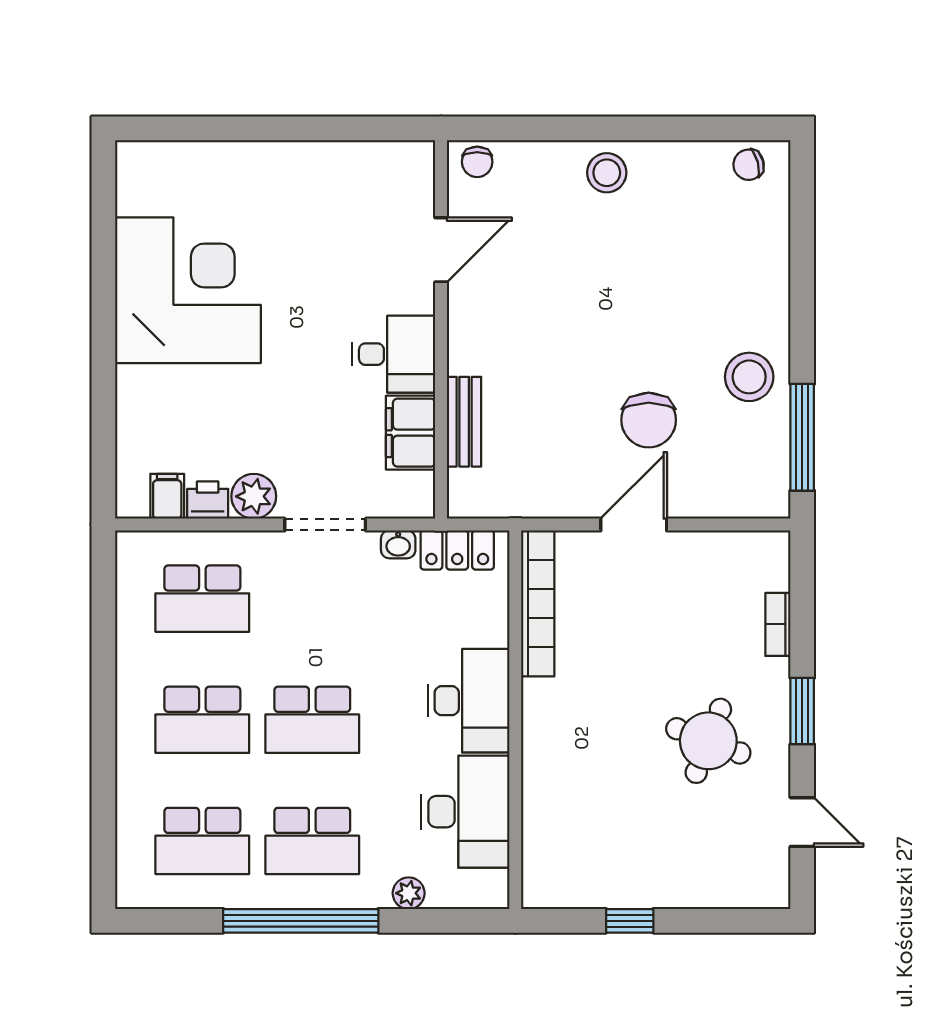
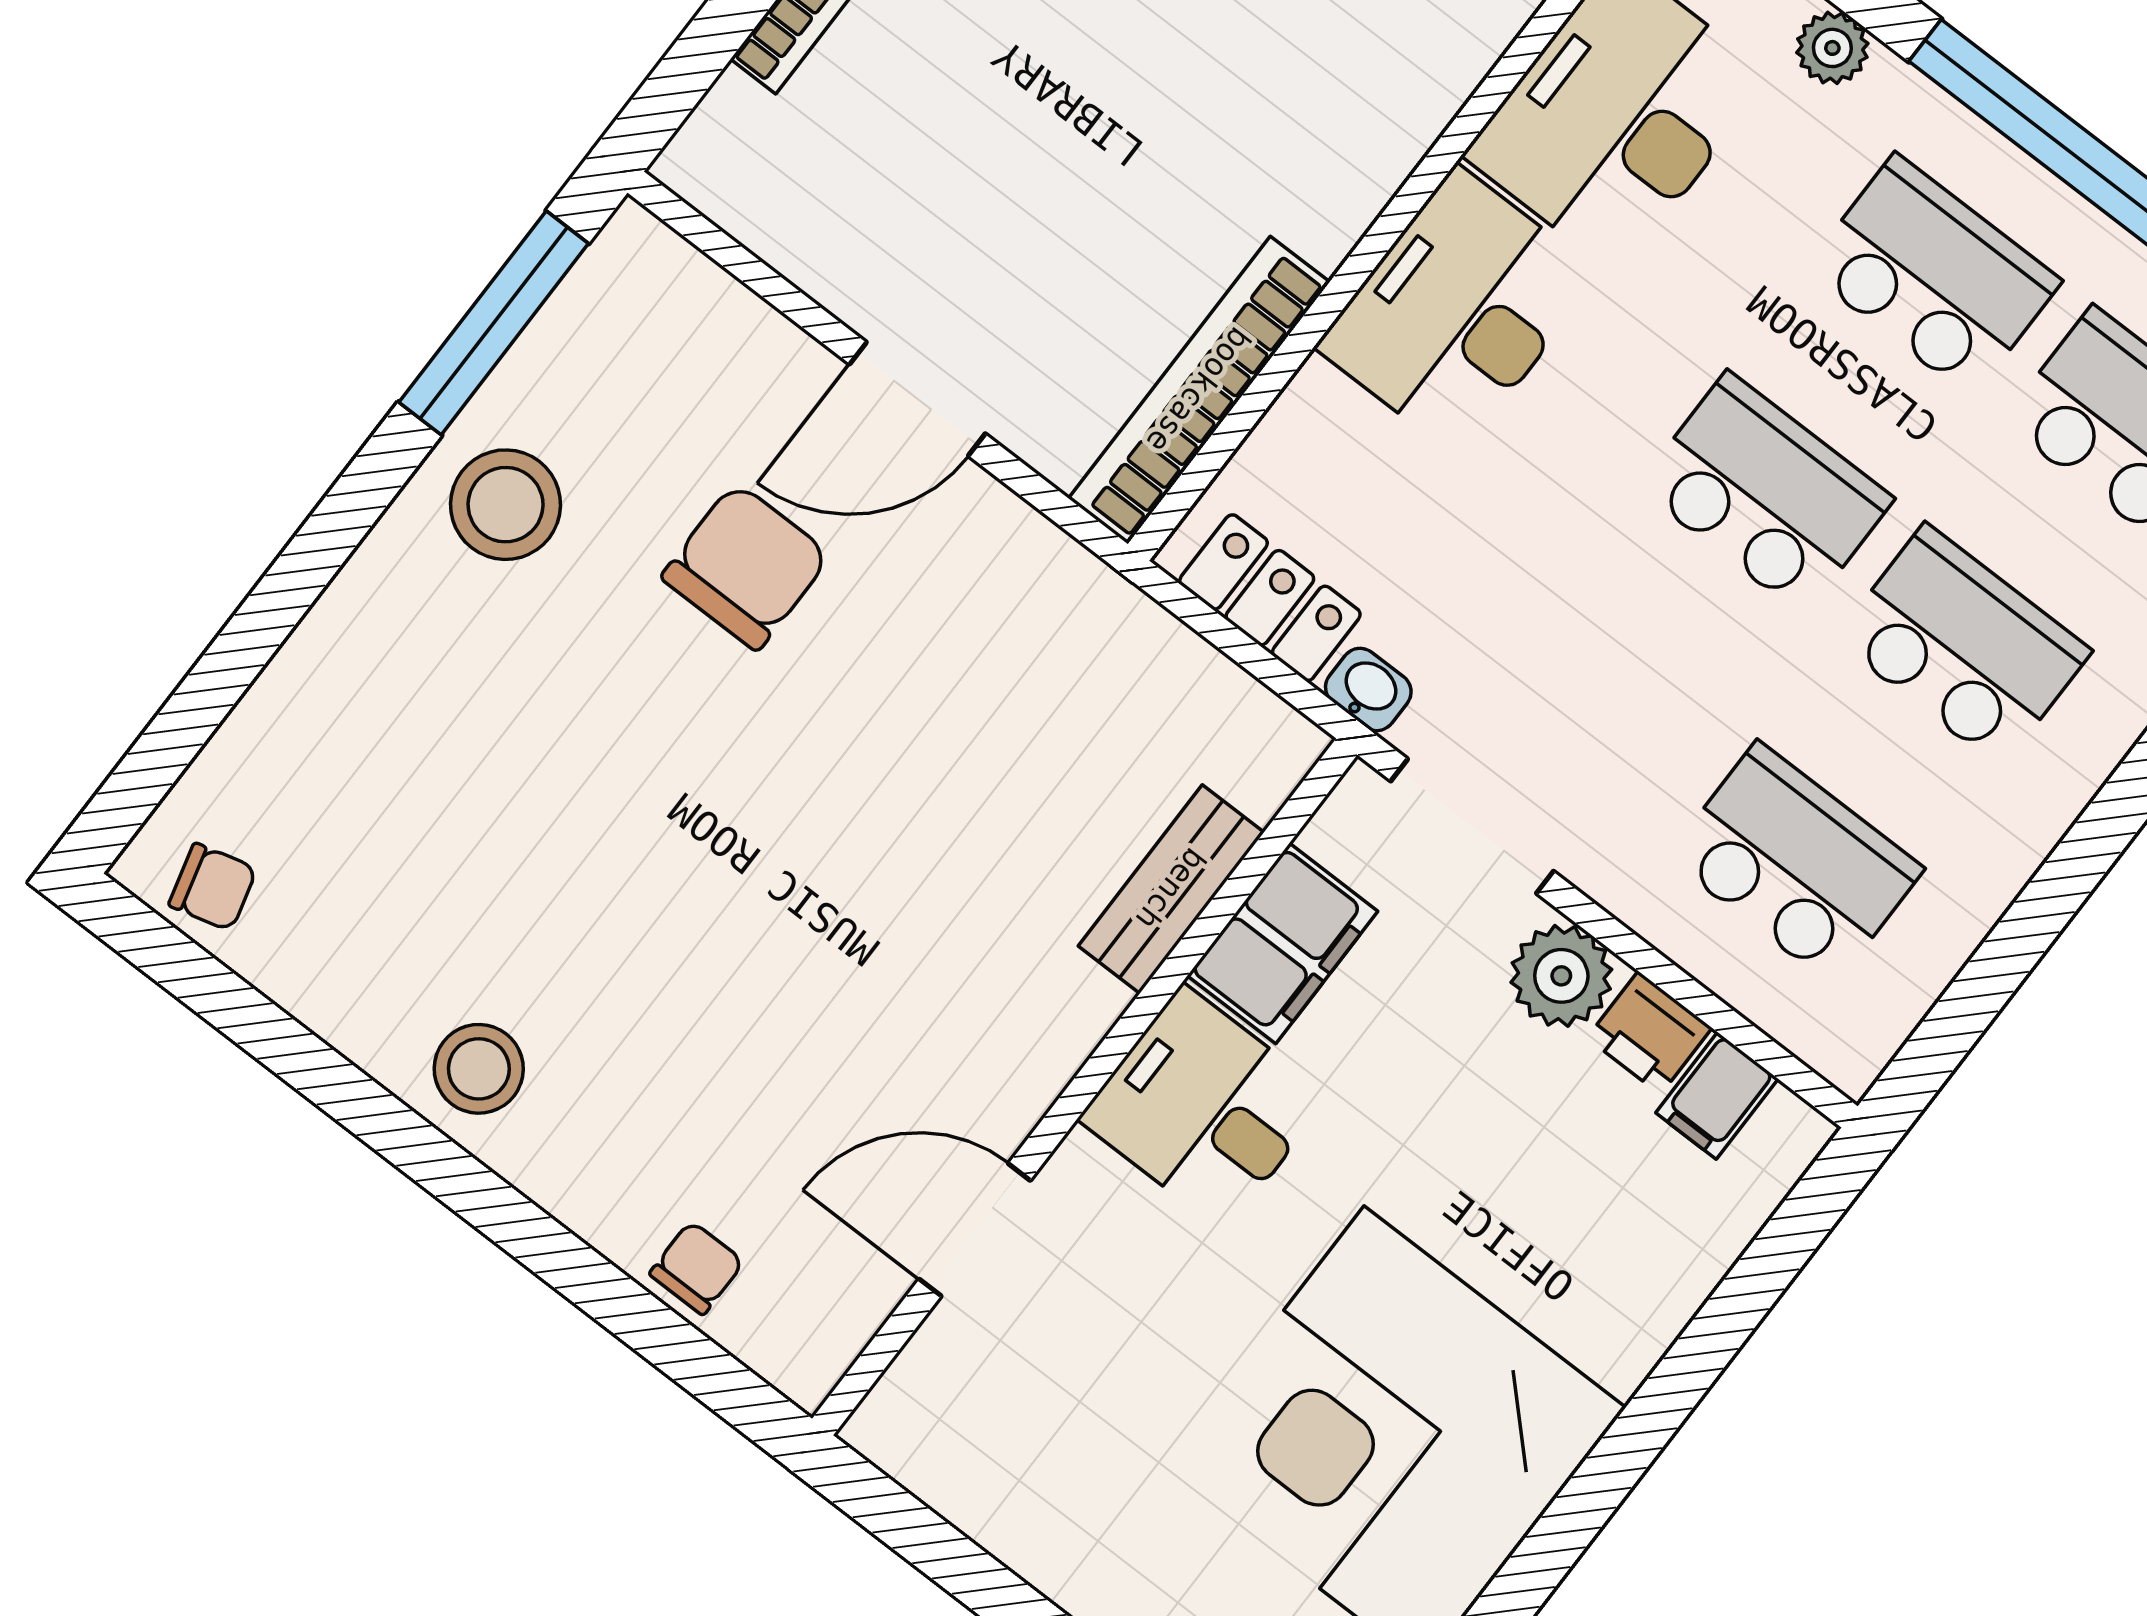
door: (441, 250) -> (975, 1230), moved
wall: (441, 329) -> (1085, 1087), moved
desk: (394, 354) -> (1204, 1108), moved
bench: (464, 422) -> (1171, 889), moved
filing cabinet: (411, 433) -> (1282, 943), moved

